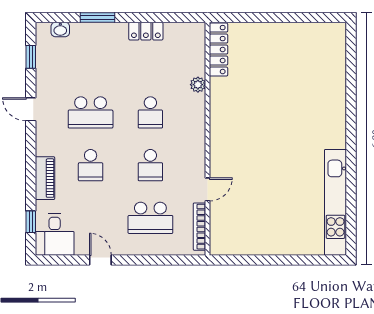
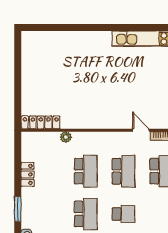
school desk: (150, 112) -> (86, 171), width x1.85
school desk: (150, 165) -> (123, 171), width x1.85

